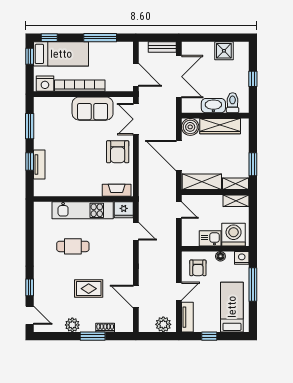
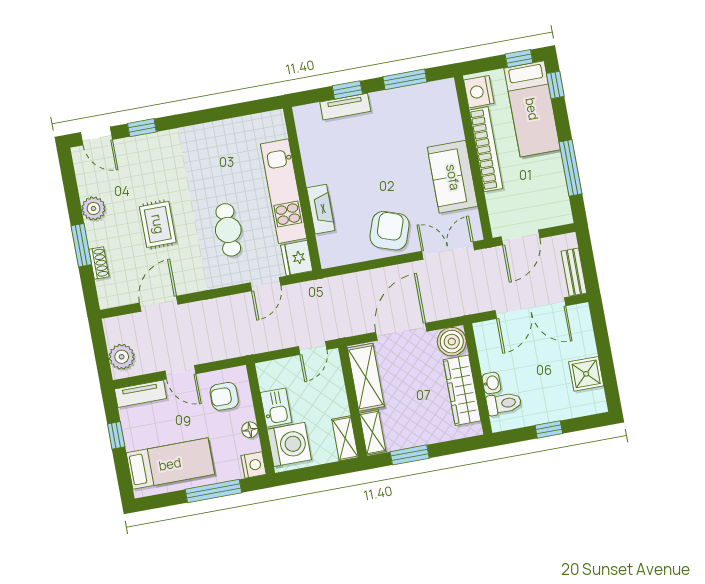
washbasin: (213, 106) -> (491, 383), width x0.52, depth x0.69
armchair: (118, 152) -> (390, 231), turned 109
fireplace: (117, 190) -> (321, 209), moved
cafe table: (73, 246) -> (228, 230), moved
door: (30, 315) -> (97, 136), hinge flipped

